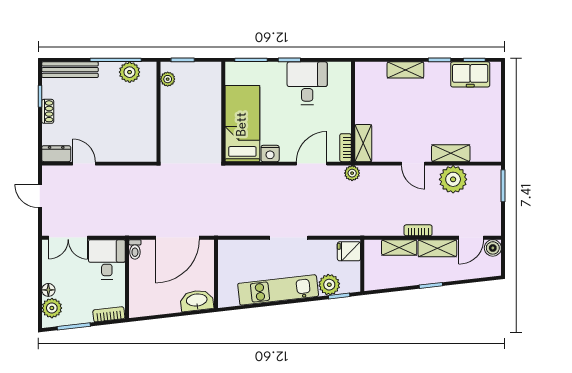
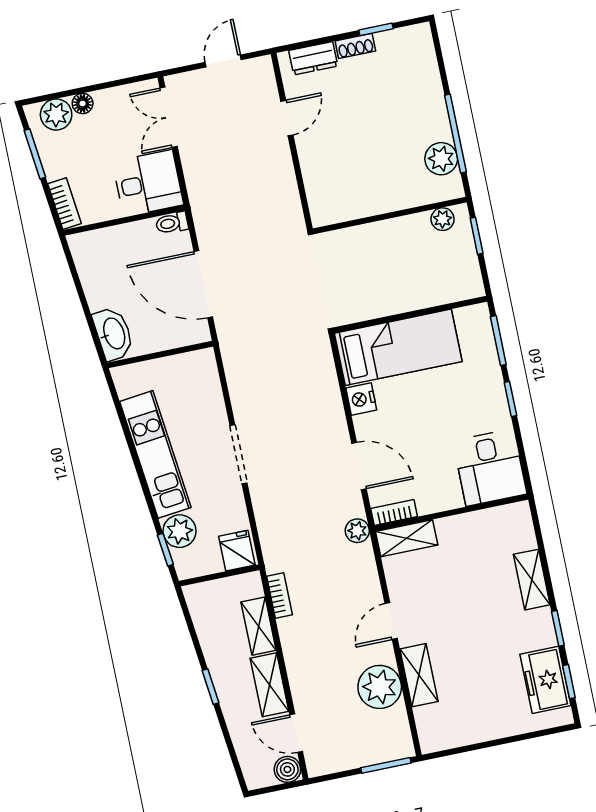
bench: (70, 70) -> (426, 67), removed
desk: (307, 83) -> (490, 467), moved, turned 90
dresser: (56, 154) -> (313, 58), moved, turned 90
bookcase: (418, 230) -> (280, 595), moved

